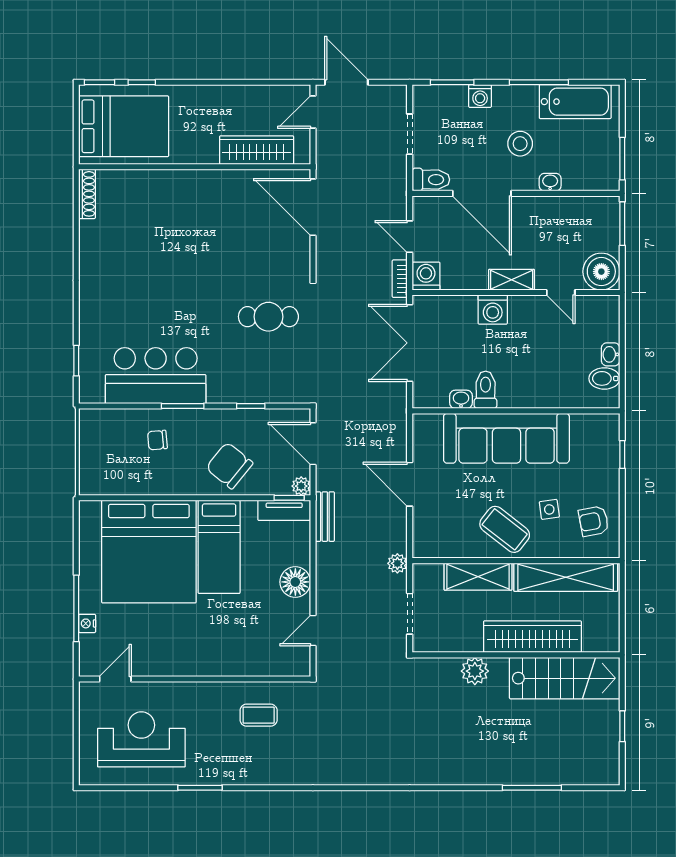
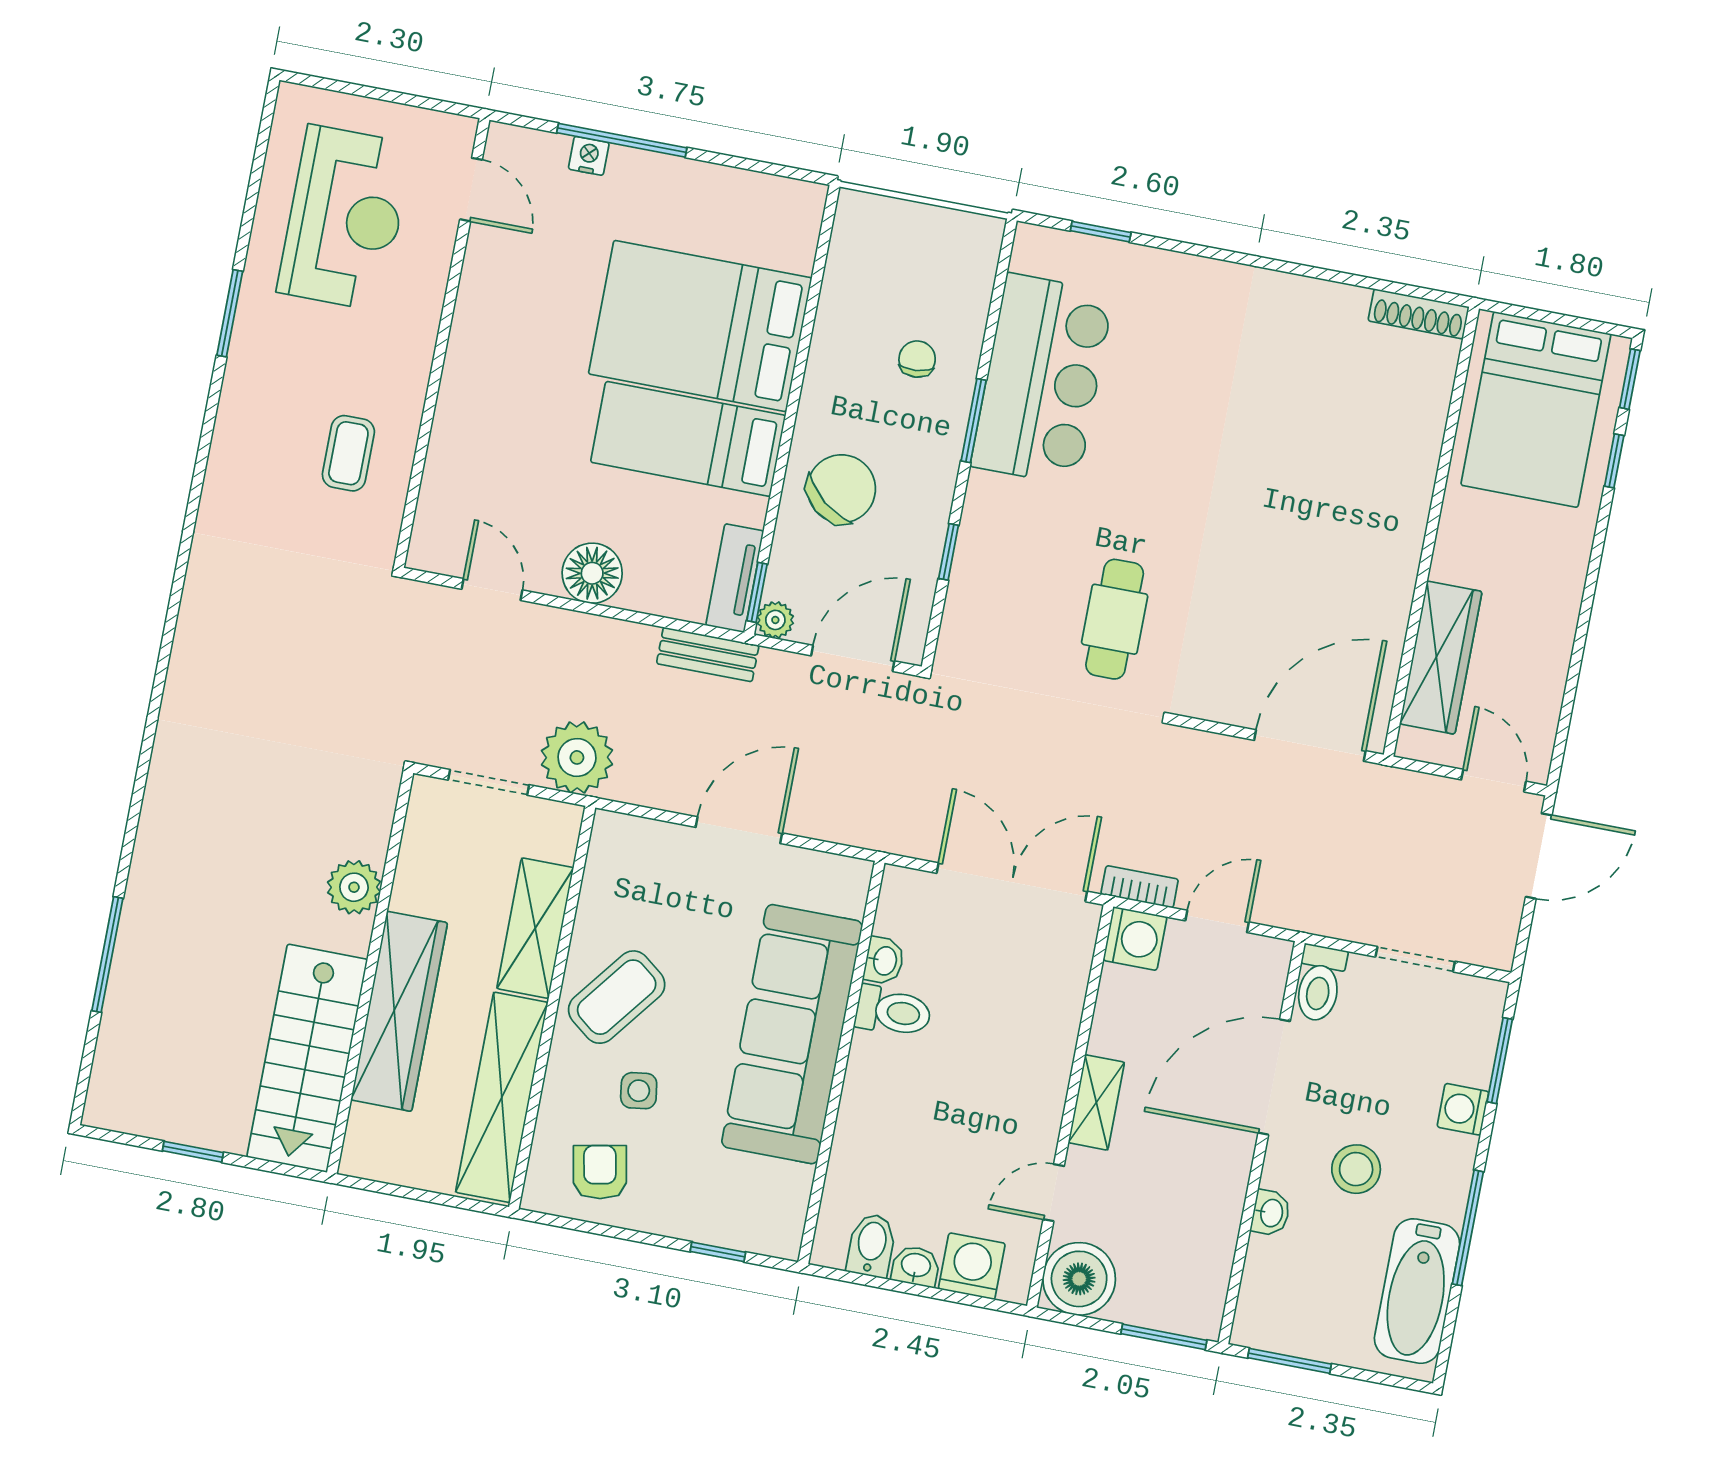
washing machine: (493, 309) -> (972, 1266), moved, turned 90
bed: (149, 552) -> (700, 326), width x0.73
plant: (397, 563) -> (577, 757), width x1.87, depth x1.87

